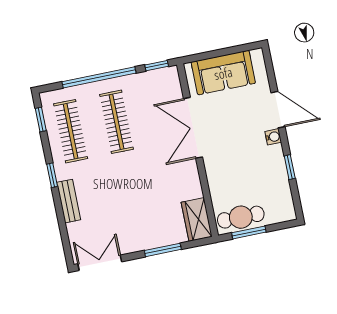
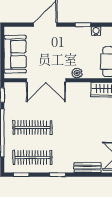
water cooler: (273, 137) -> (96, 31), moved
plant: (214, 173) -> (77, 73), added
bench: (69, 201) -> (87, 168), moved

